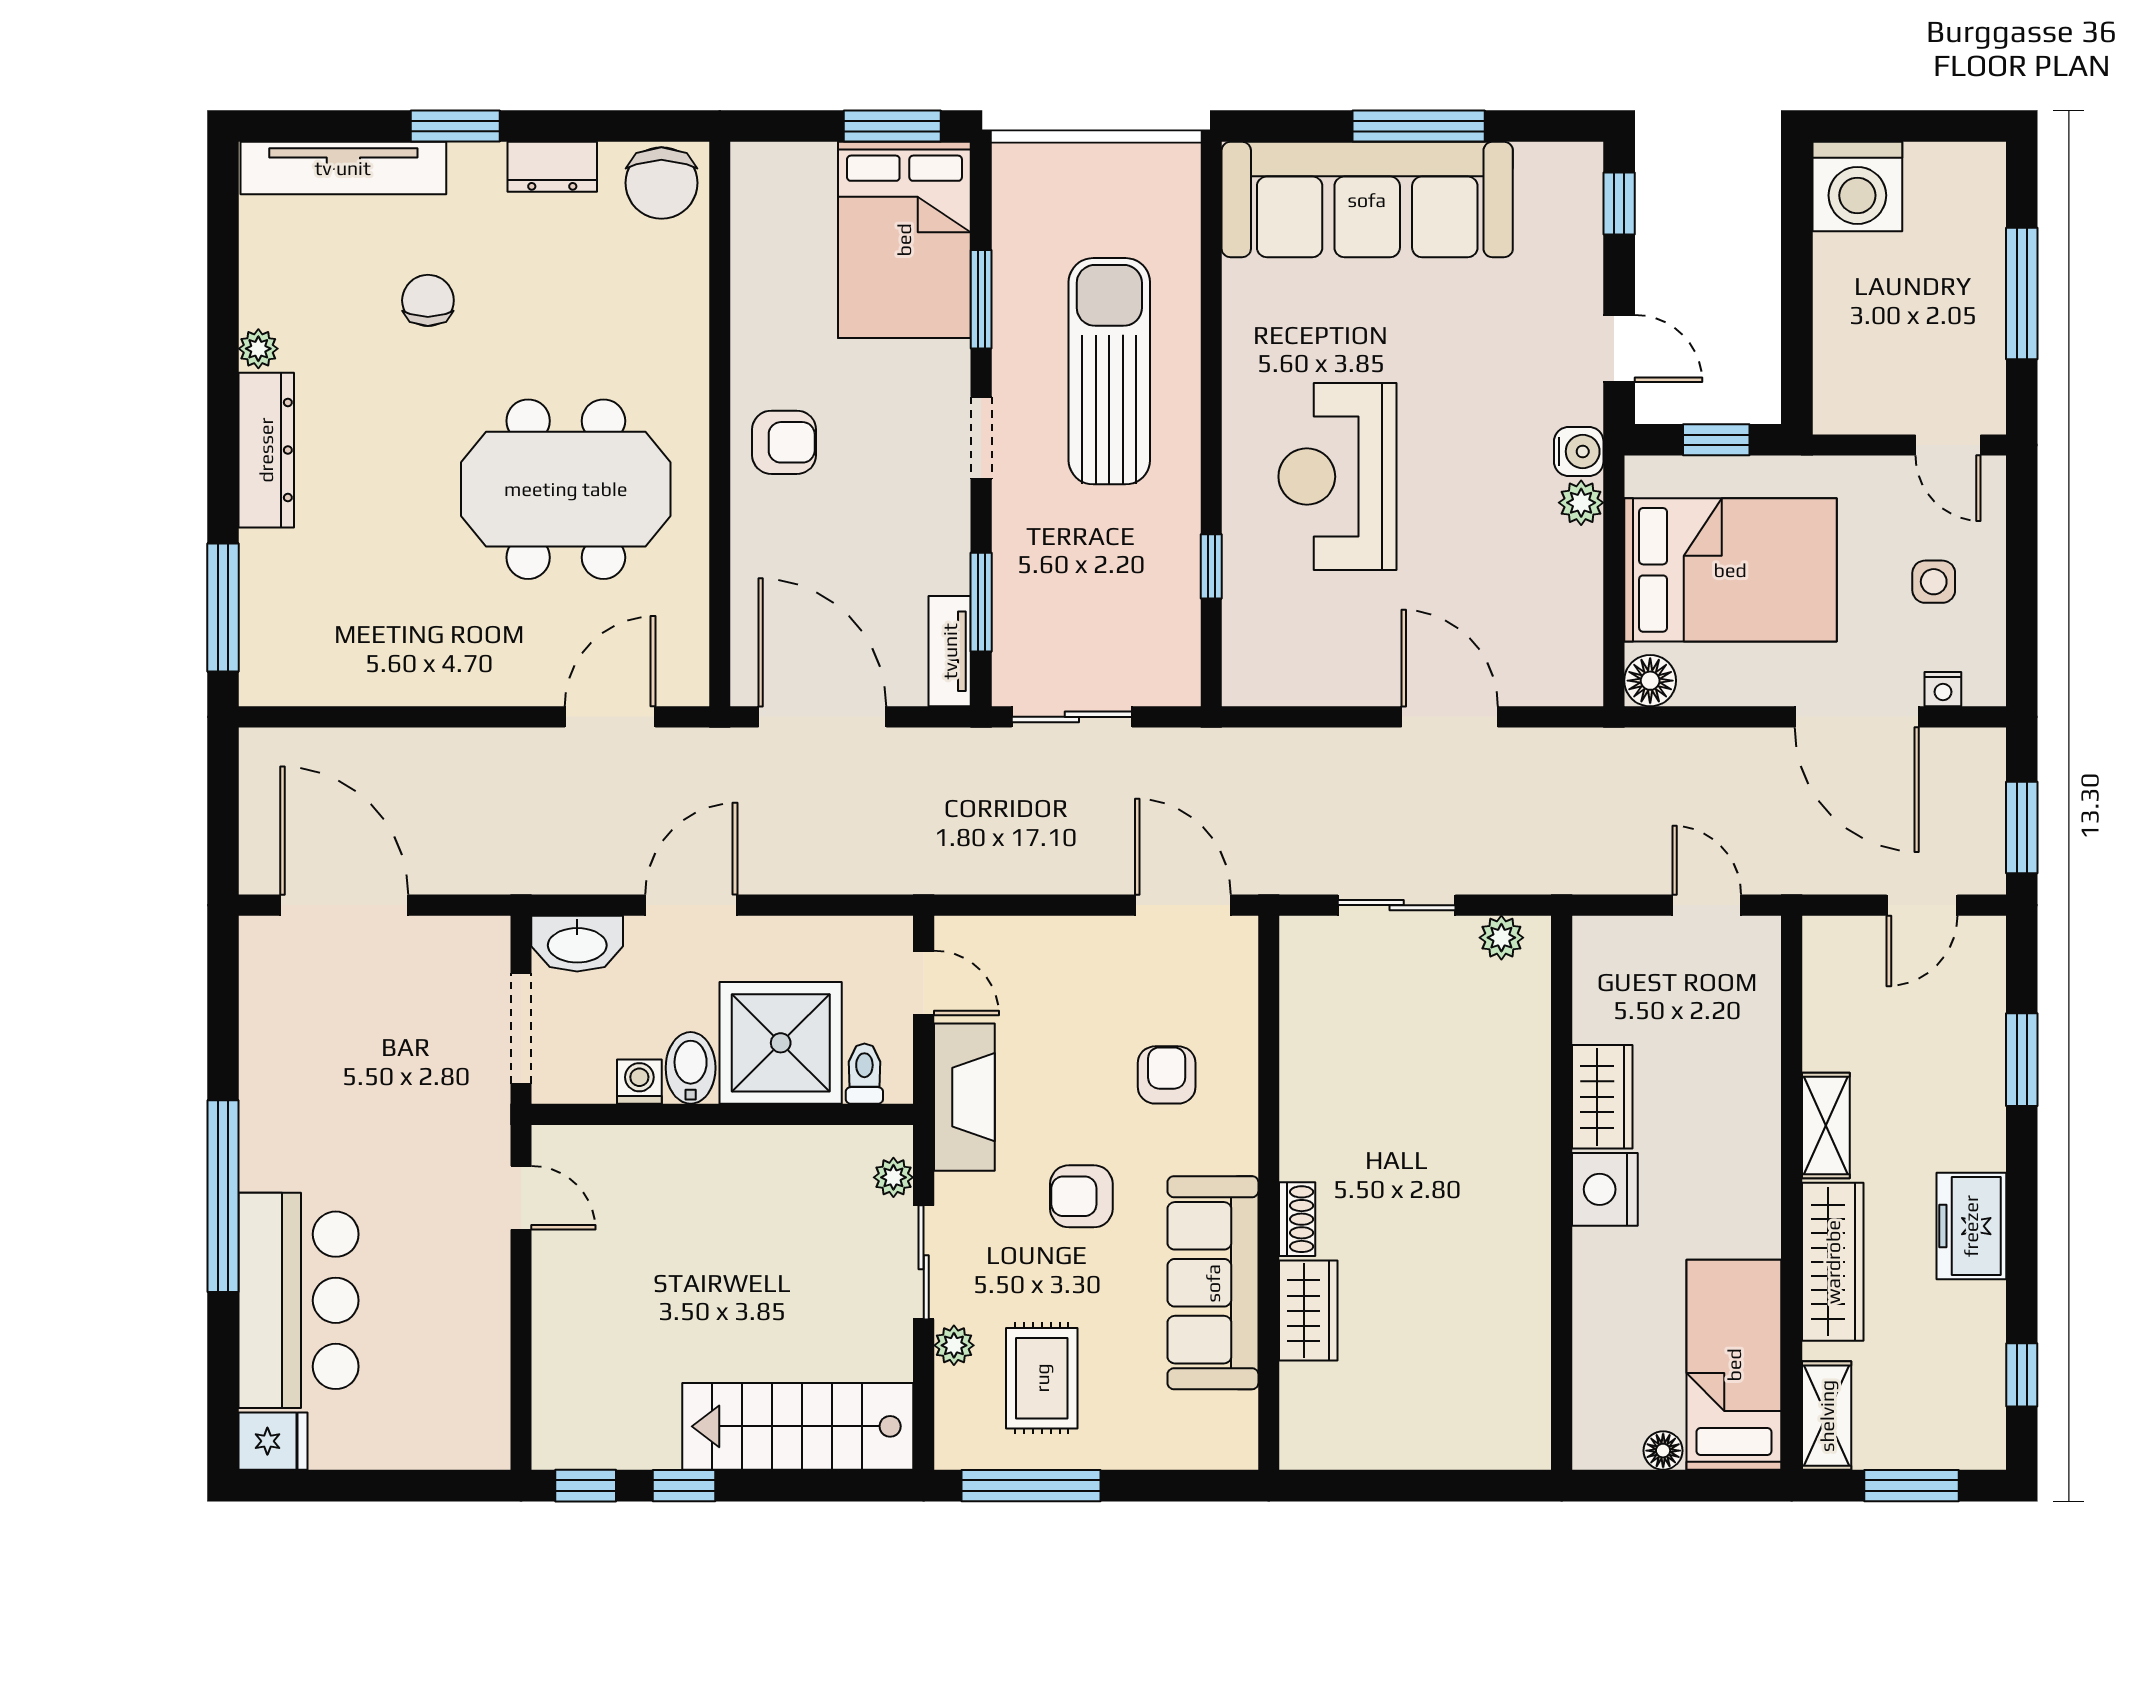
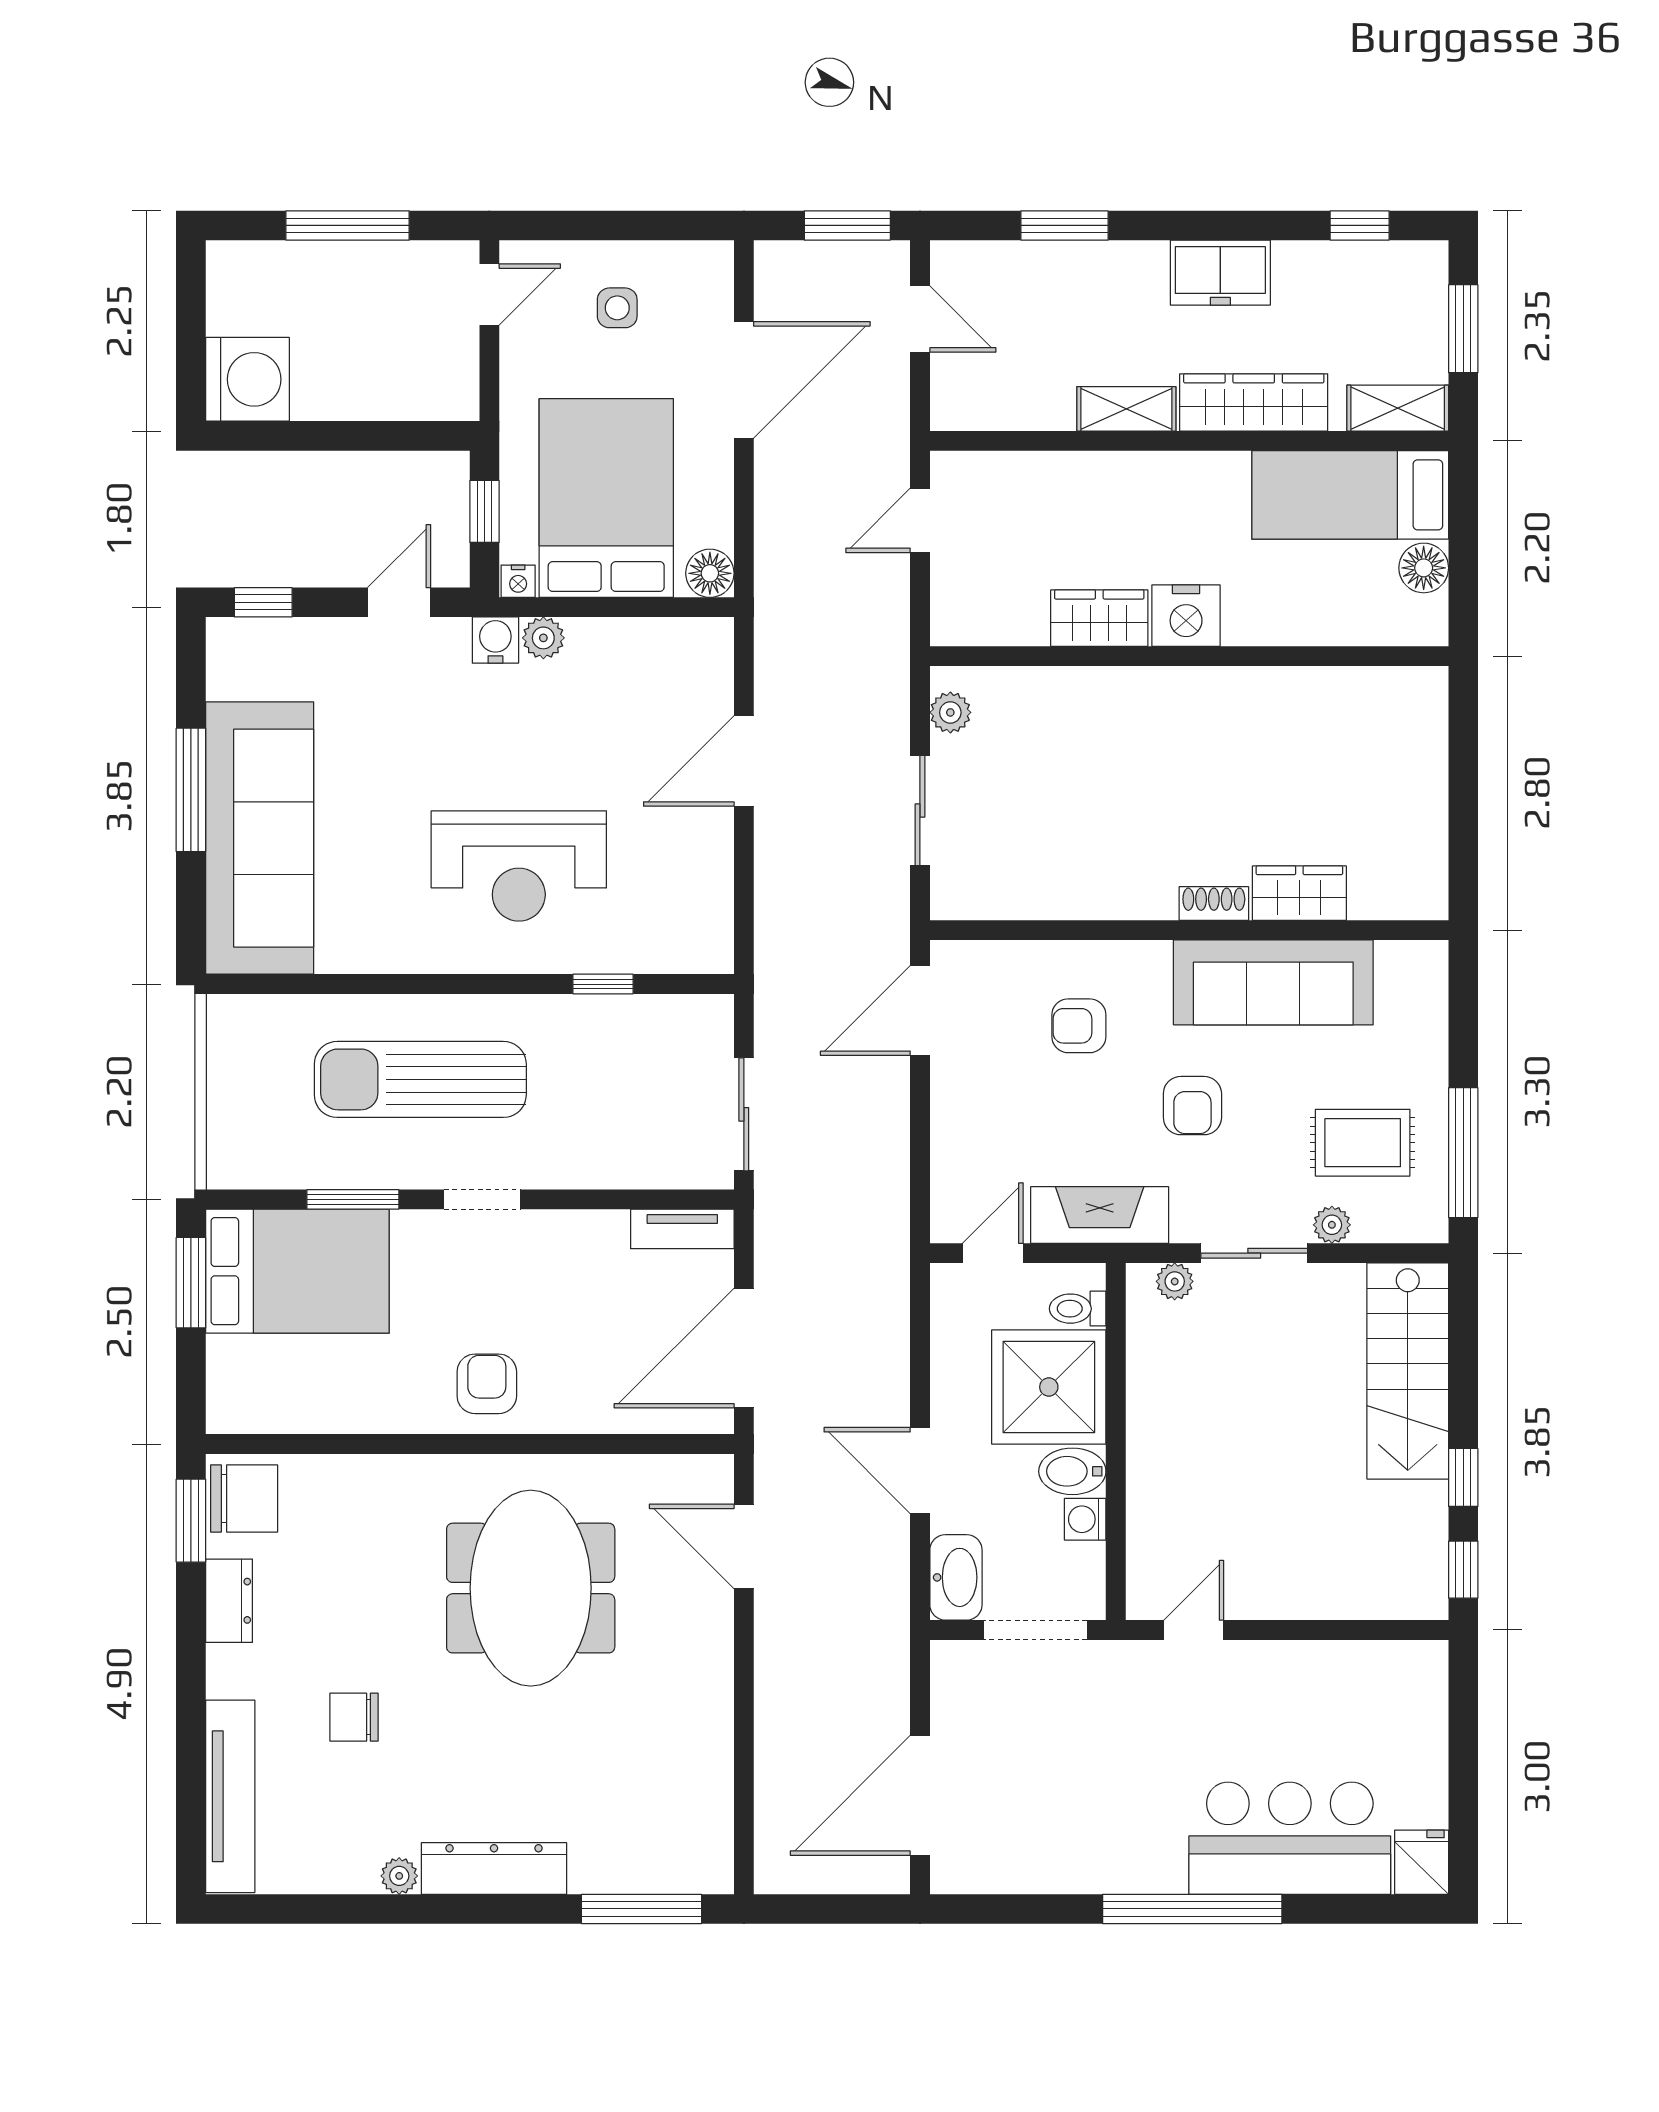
window: (455, 126) -> (191, 1521), moved
window: (981, 602) -> (636, 1199), removed
nightstand: (1943, 689) -> (518, 581), moved, turned 90
floor lamp: (1663, 1451) -> (1424, 568), width x1.37, depth x1.37

